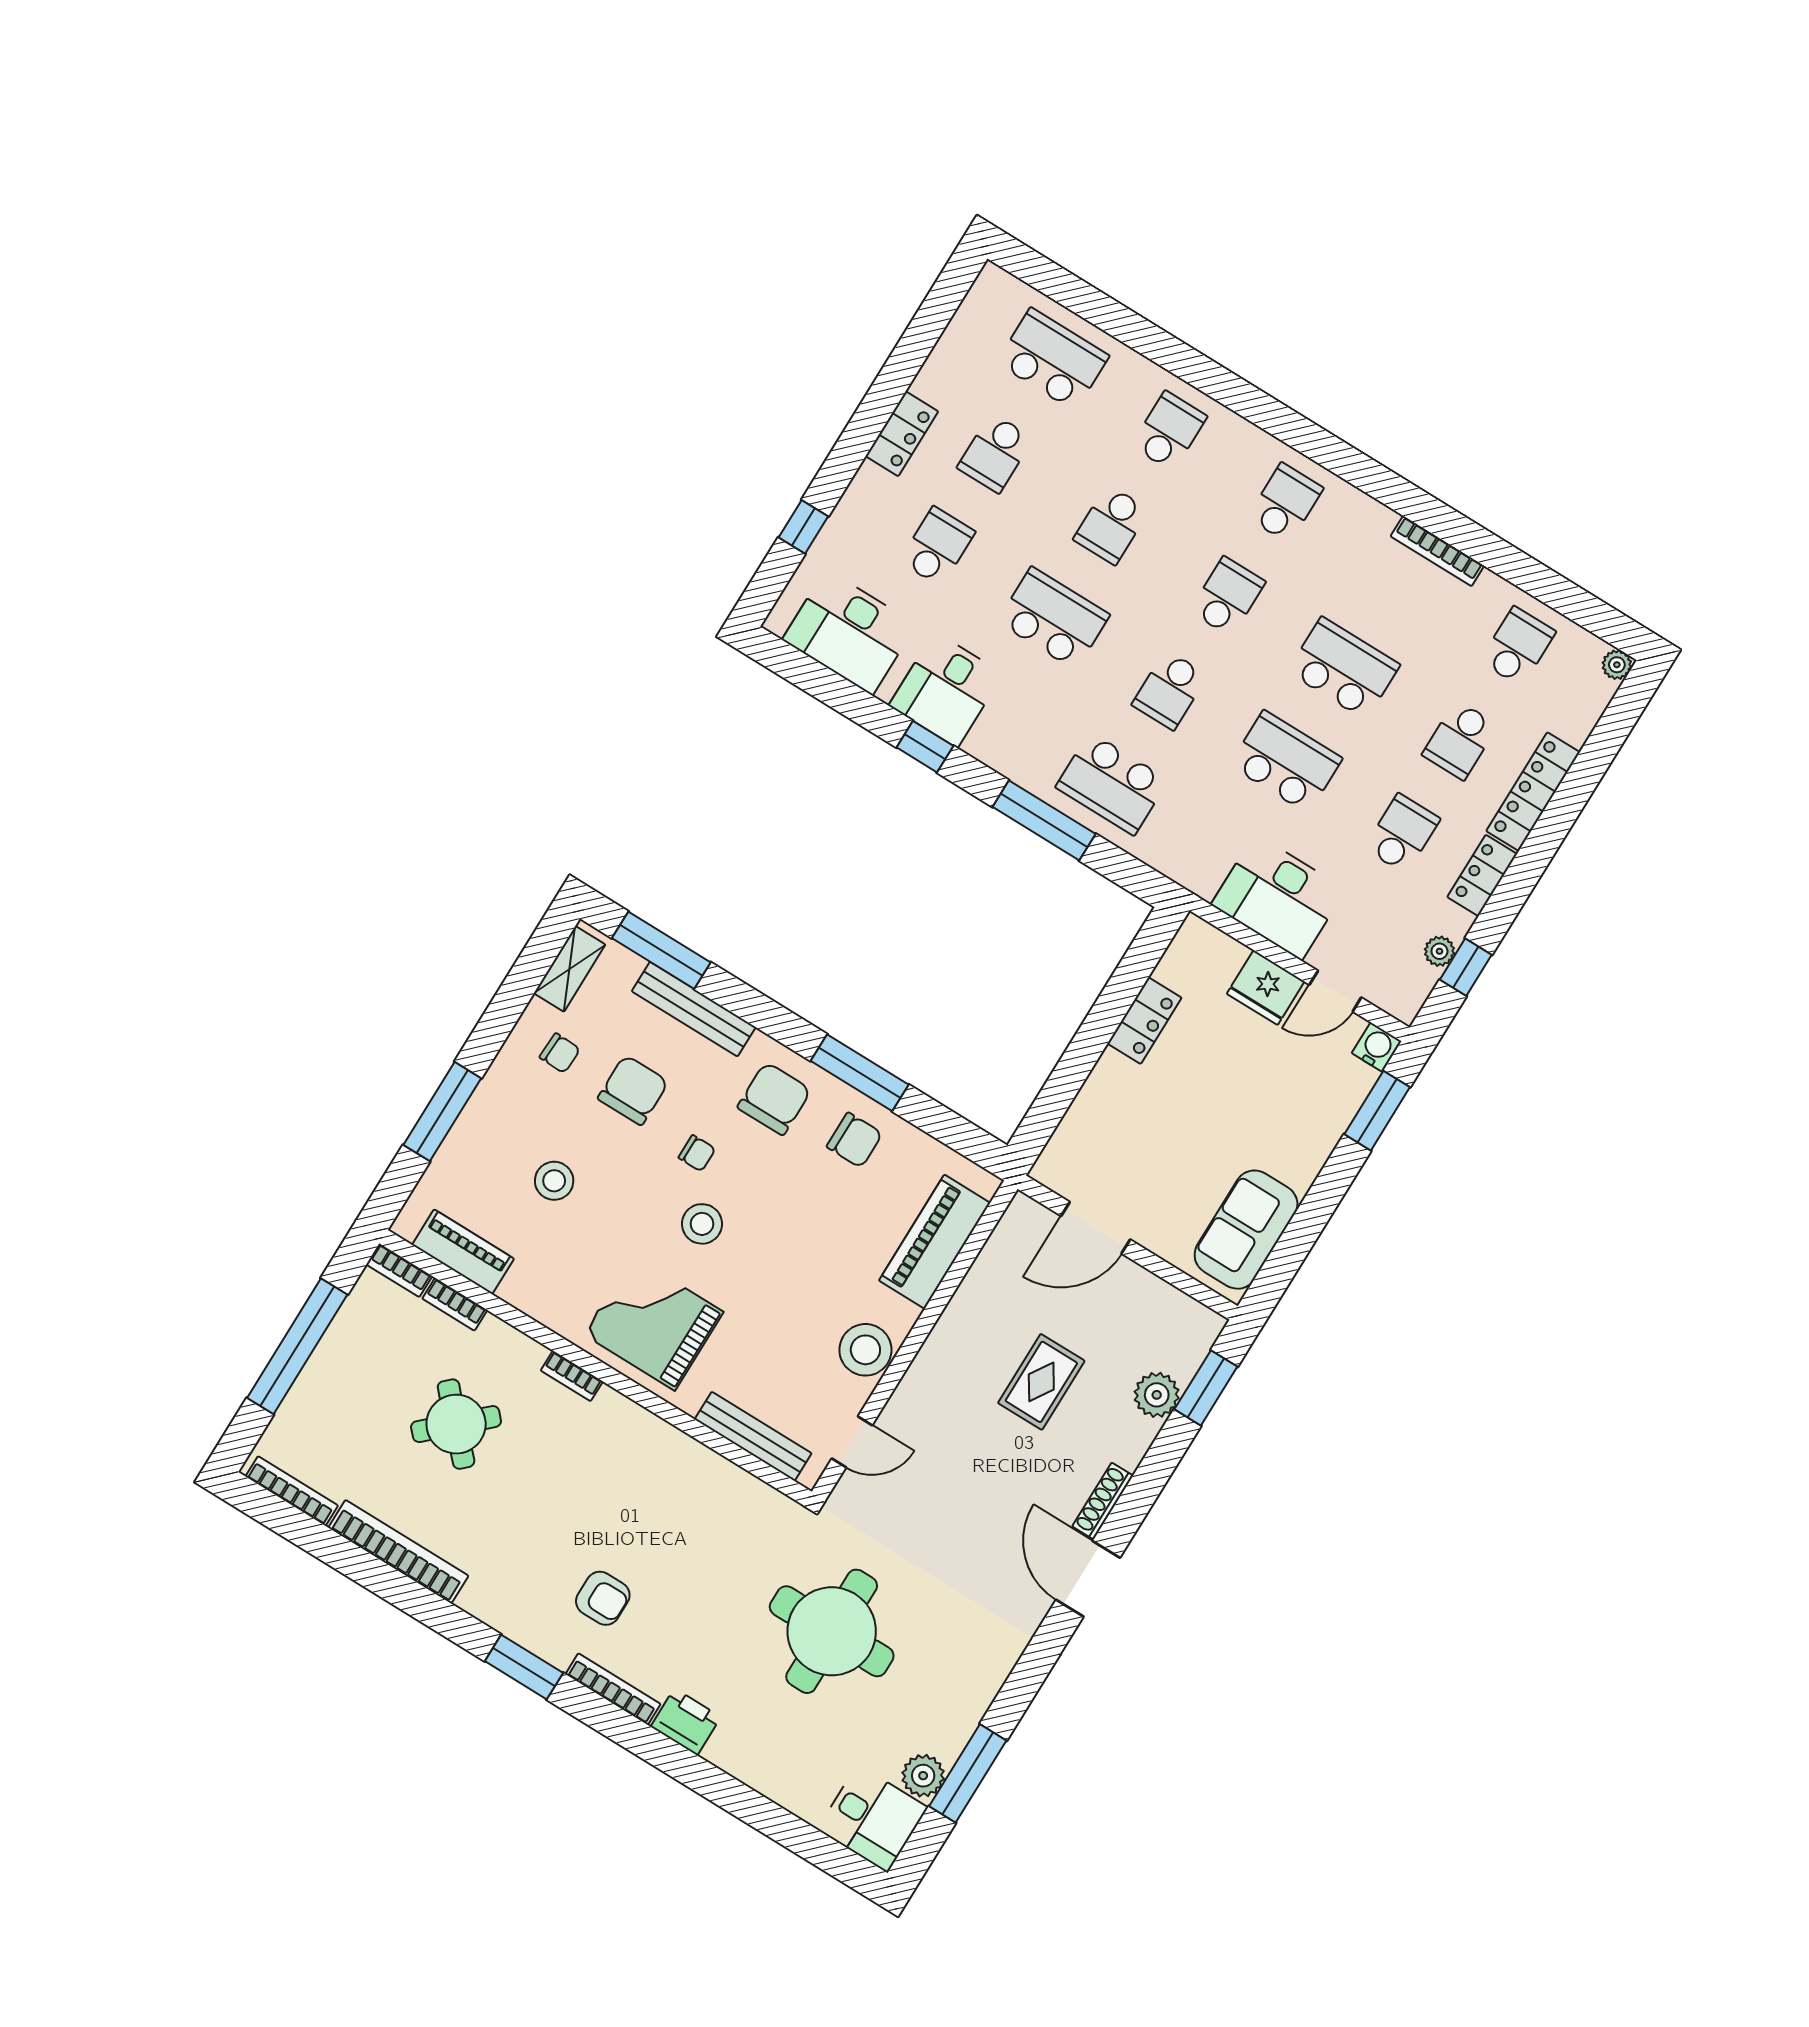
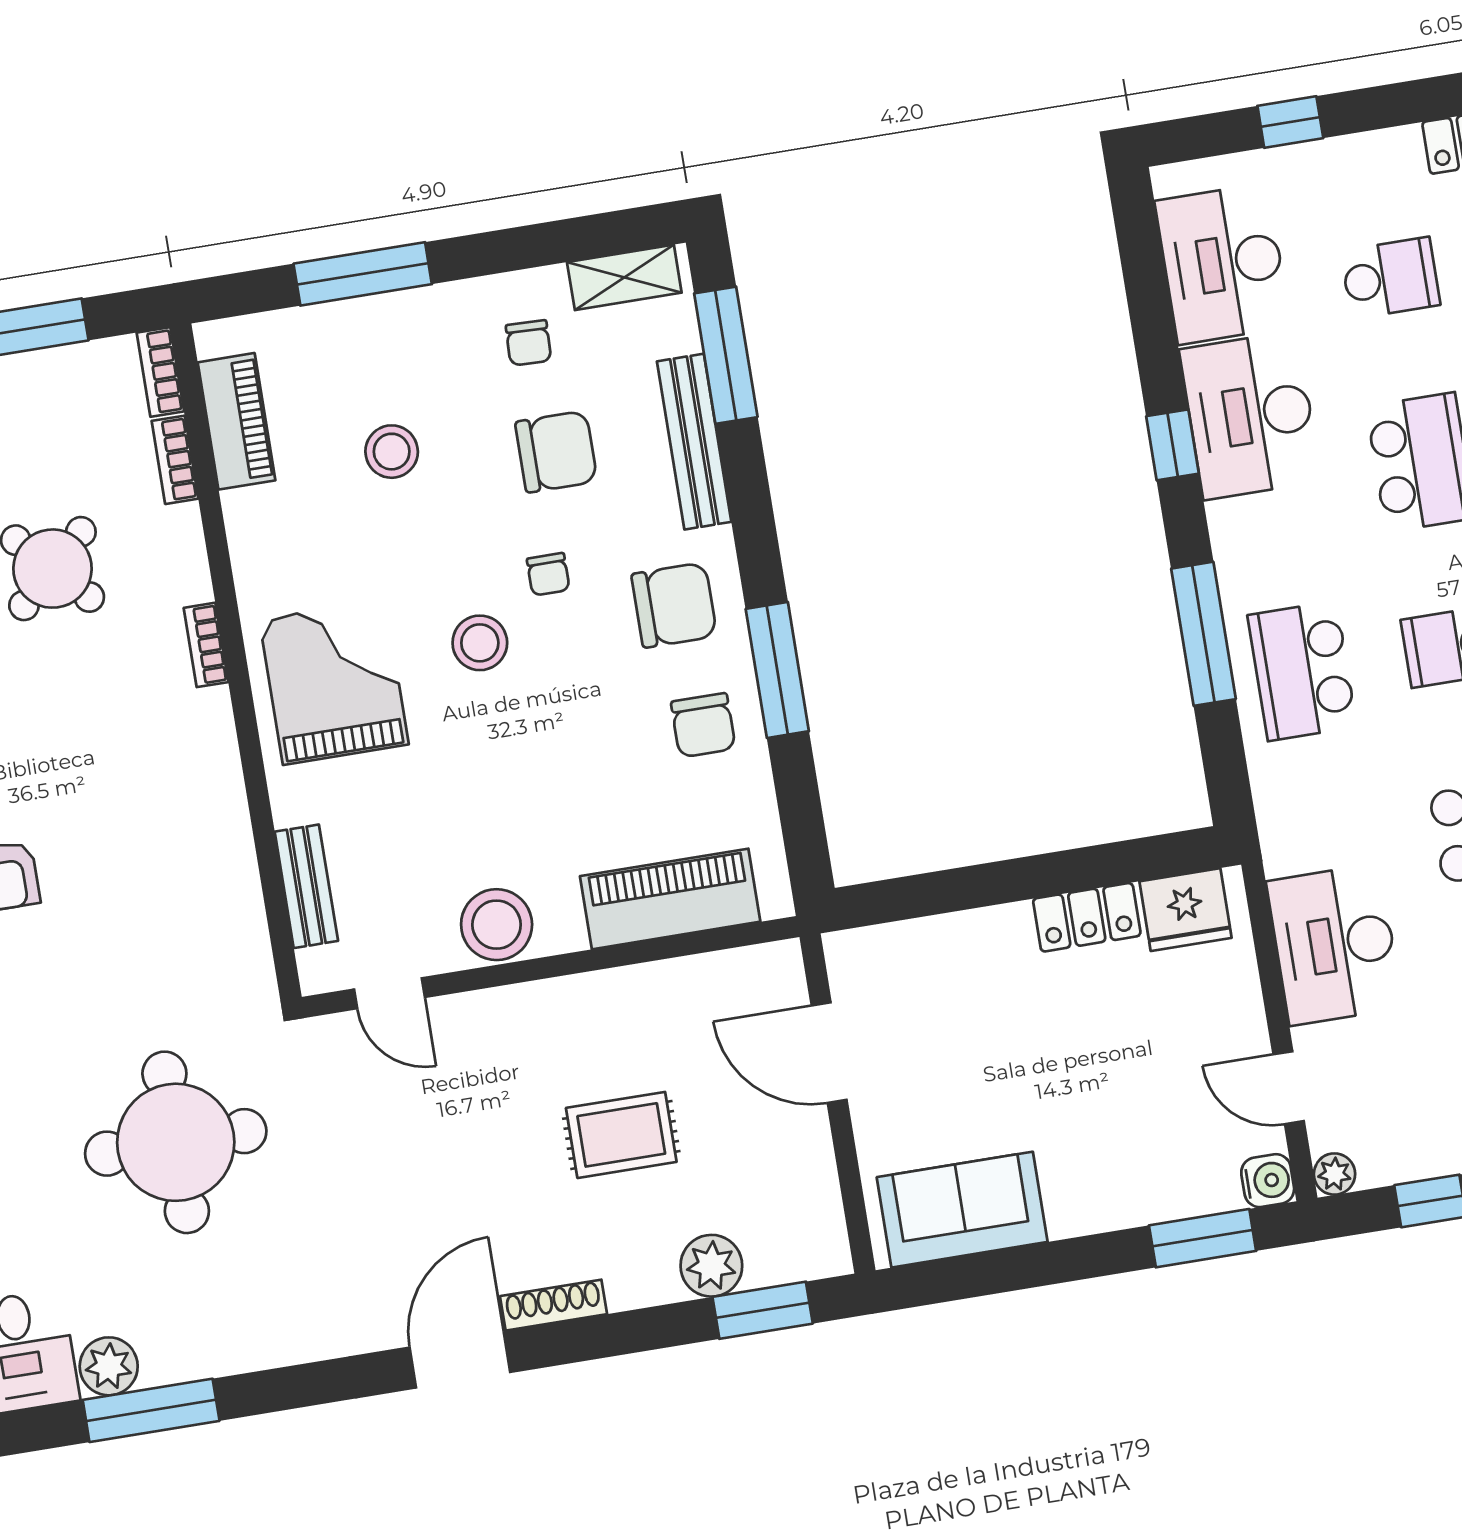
desk: (946, 690) -> (1250, 415), width x1.37
plant: (1439, 951) -> (1334, 1174), moved
fridge: (1266, 988) -> (1186, 910), moved, turned -90
bench: (753, 1436) -> (306, 886), width x0.73

